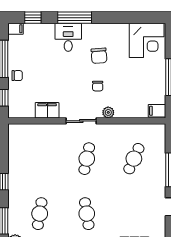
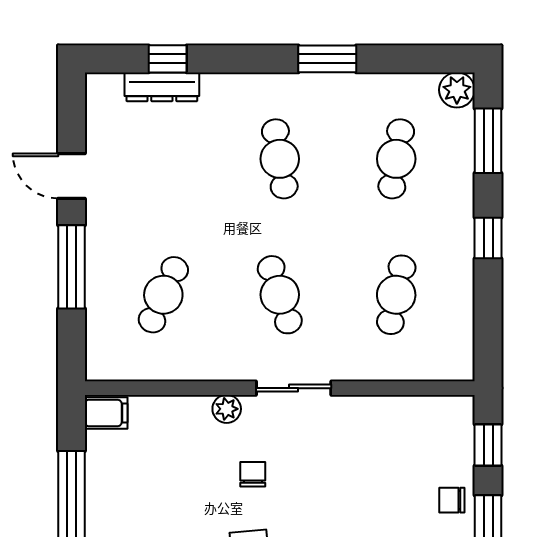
filing cabinet: (47, 110) -> (378, 414), removed
cafe table: (40, 159) -> (396, 295), added
cafe table: (87, 159) -> (280, 295), turned -30

